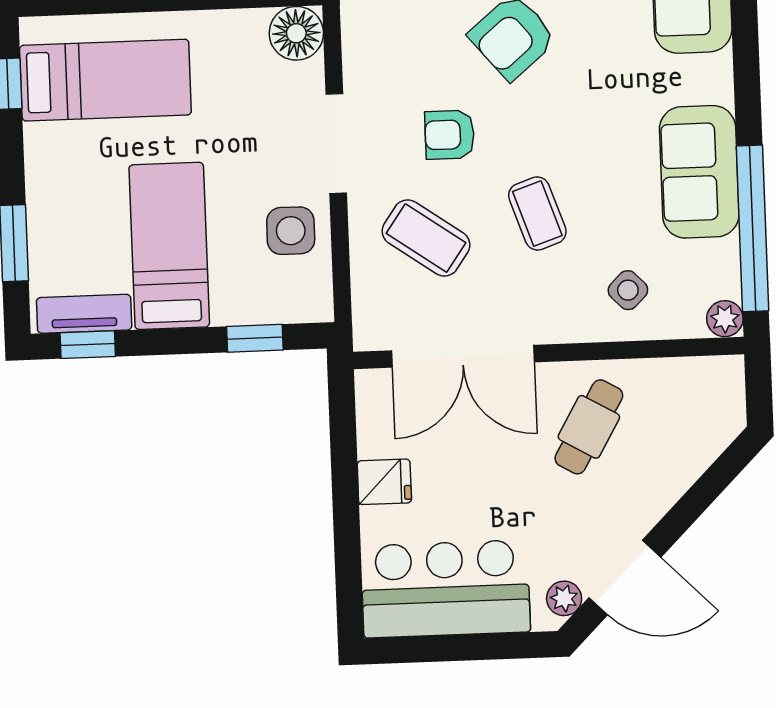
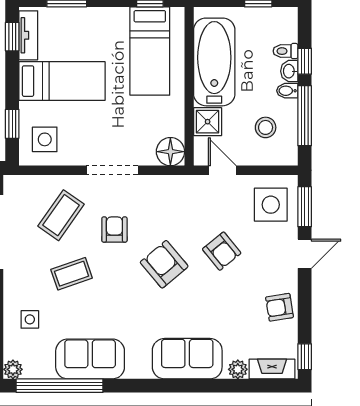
side table: (291, 231) -> (45, 139), moved
side table: (628, 290) -> (30, 319), turned 45

